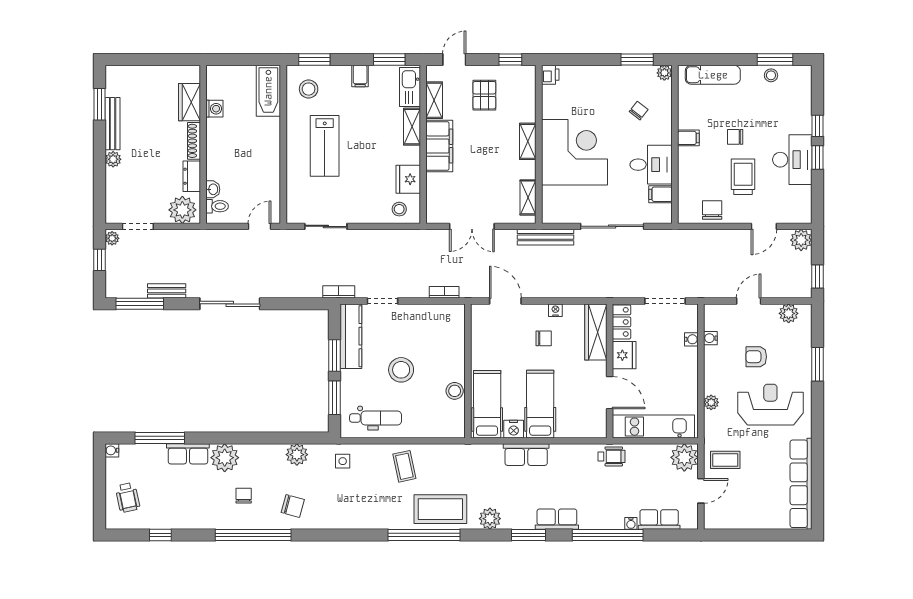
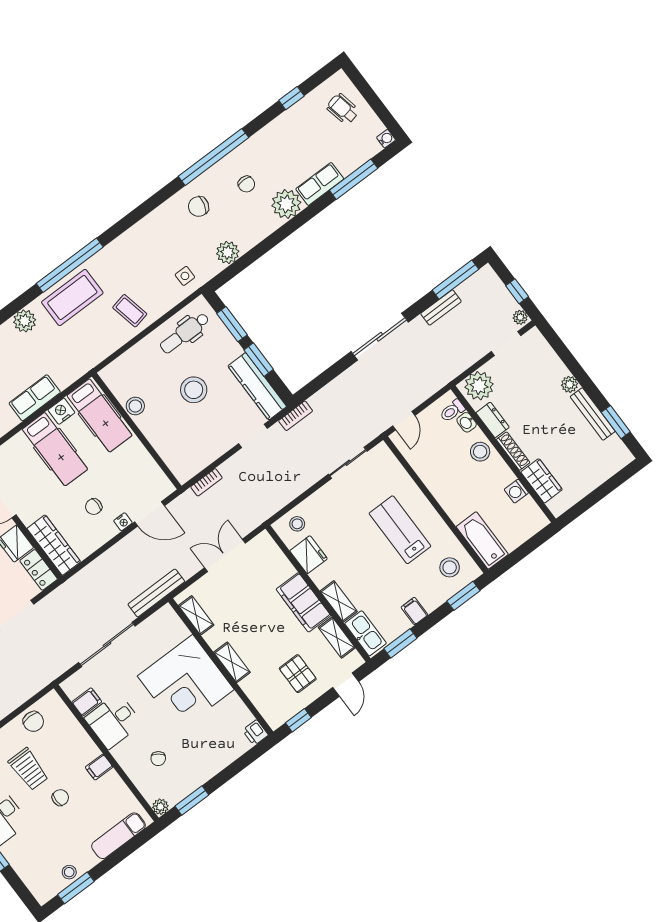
stool: (219, 159) -> (480, 452), added
nightstand: (555, 310) -> (123, 522), moved

